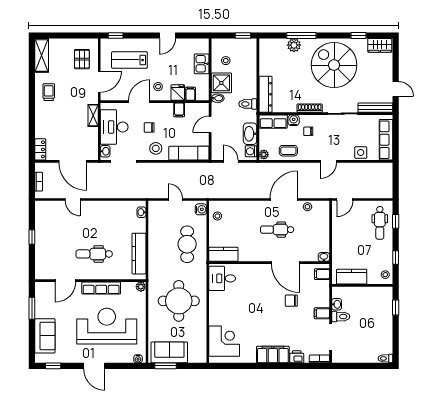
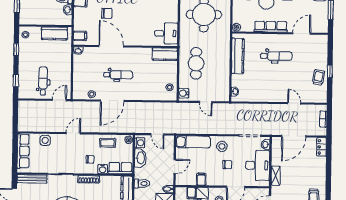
door: (73, 161) -> (294, 136), swing flipped
dental chair: (380, 223) -> (43, 81), moved
trolley: (45, 230) -> (319, 77), added

